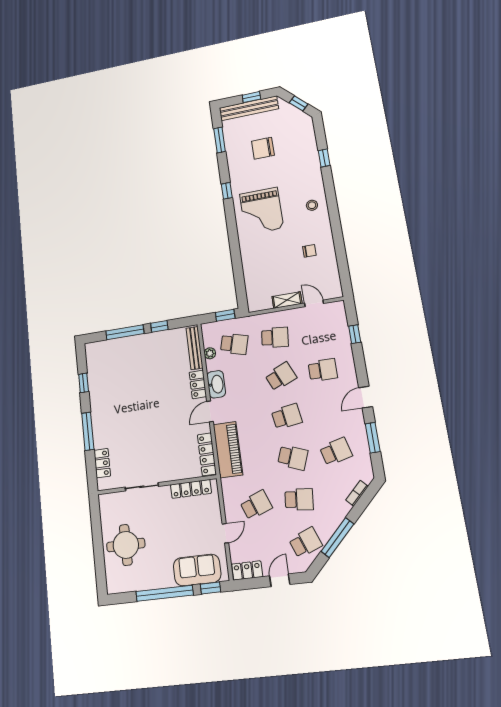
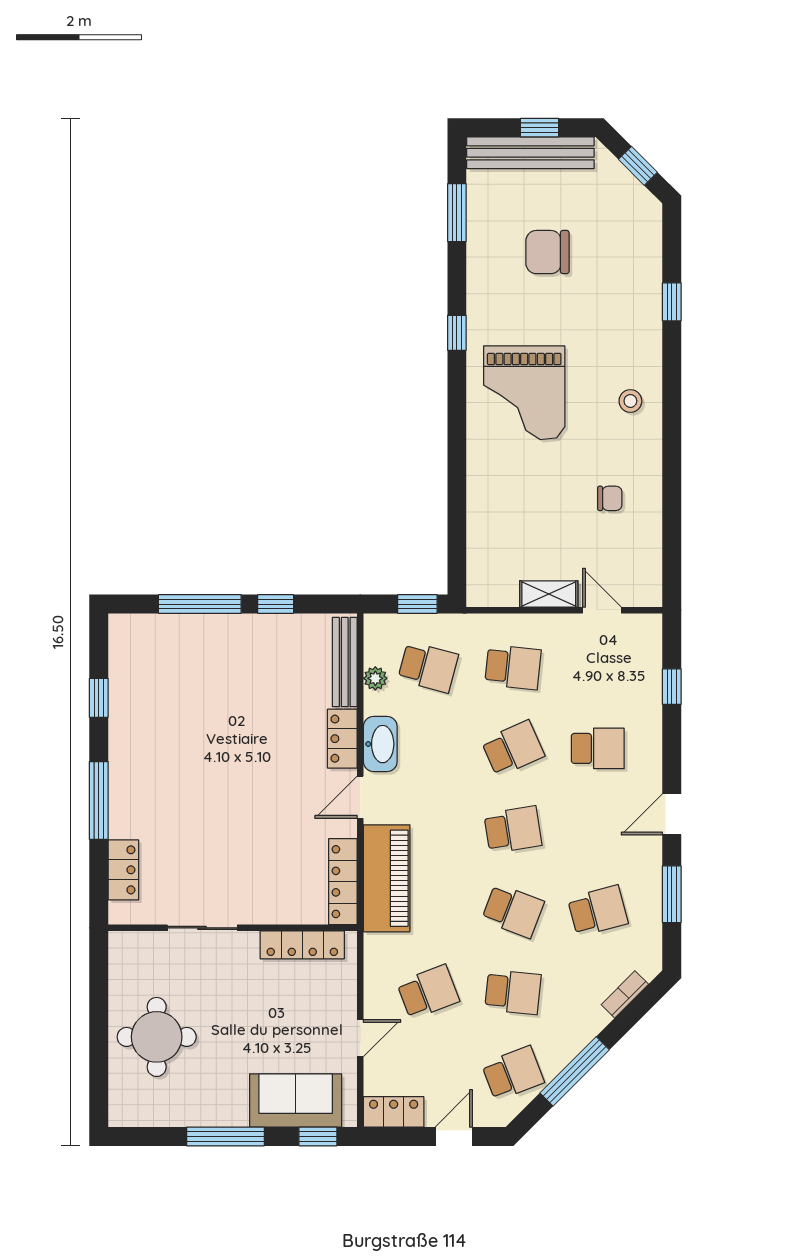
window: (165, 593) -> (225, 1136), width x0.68

